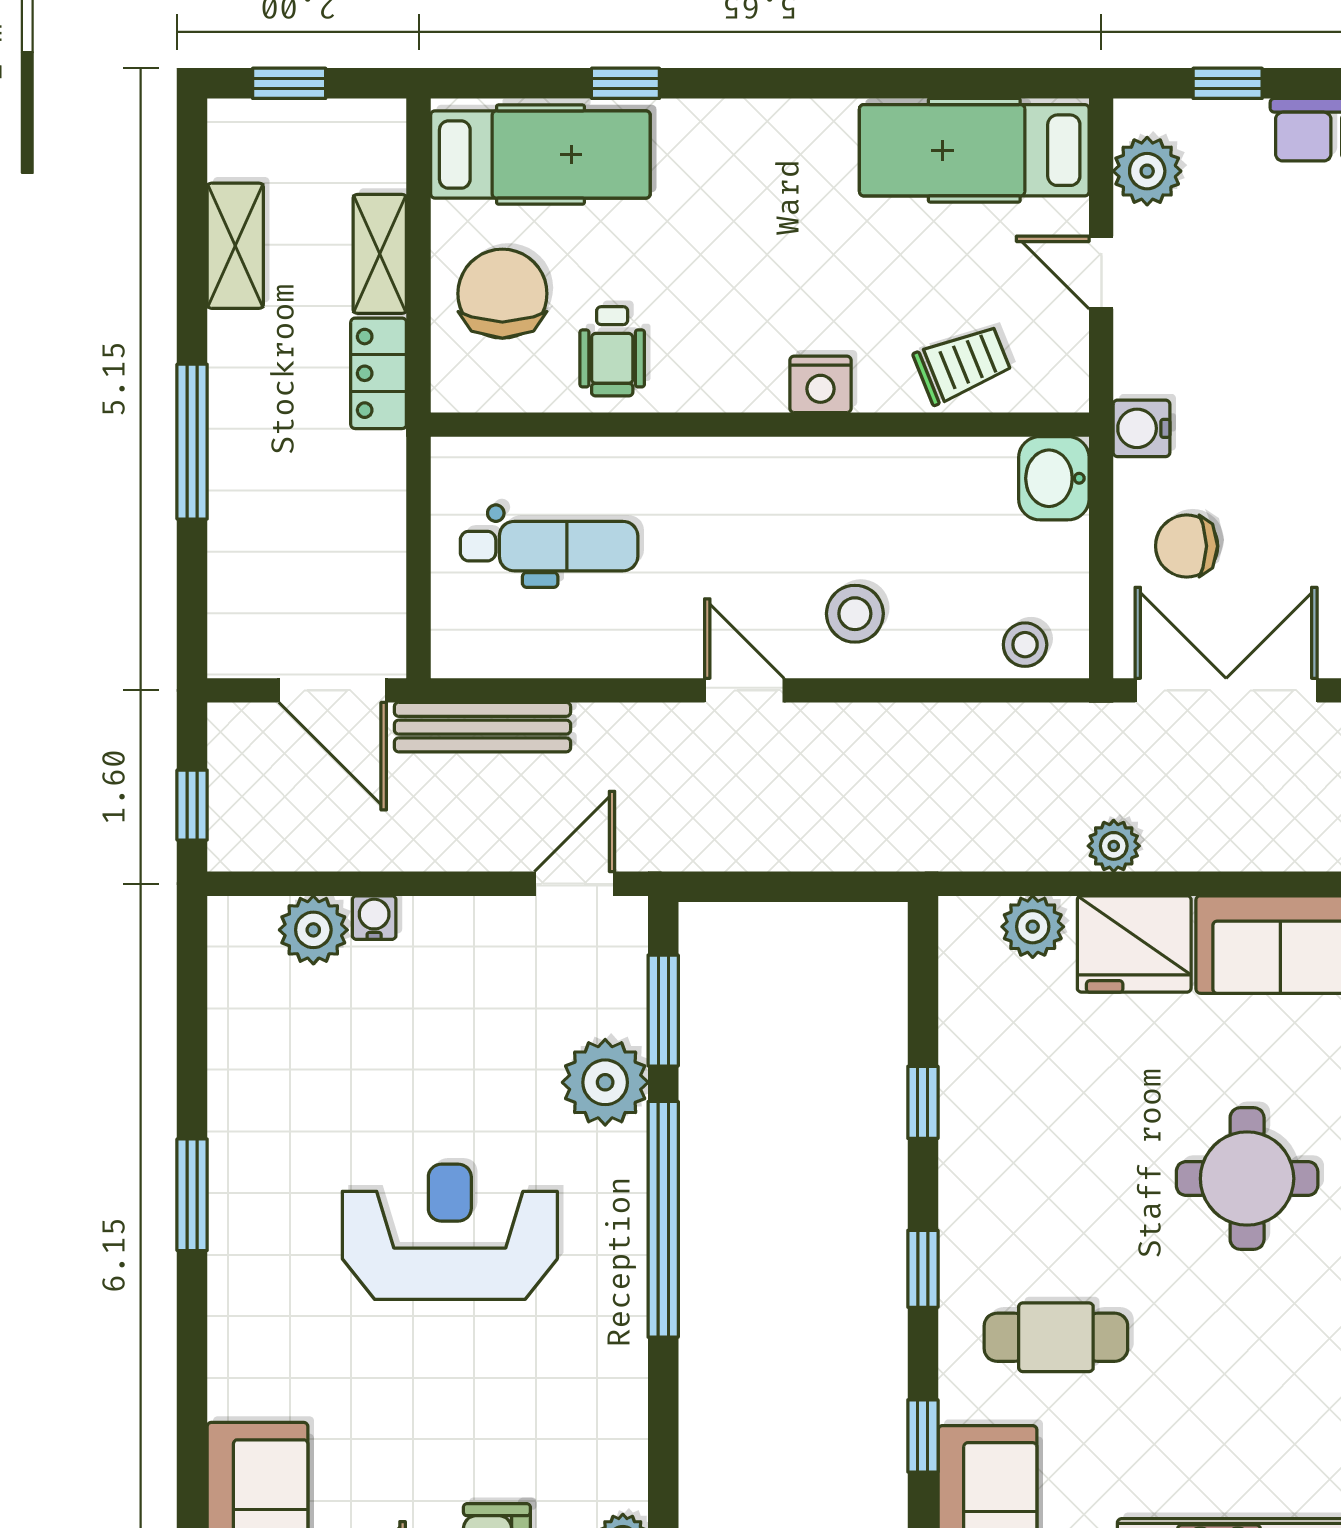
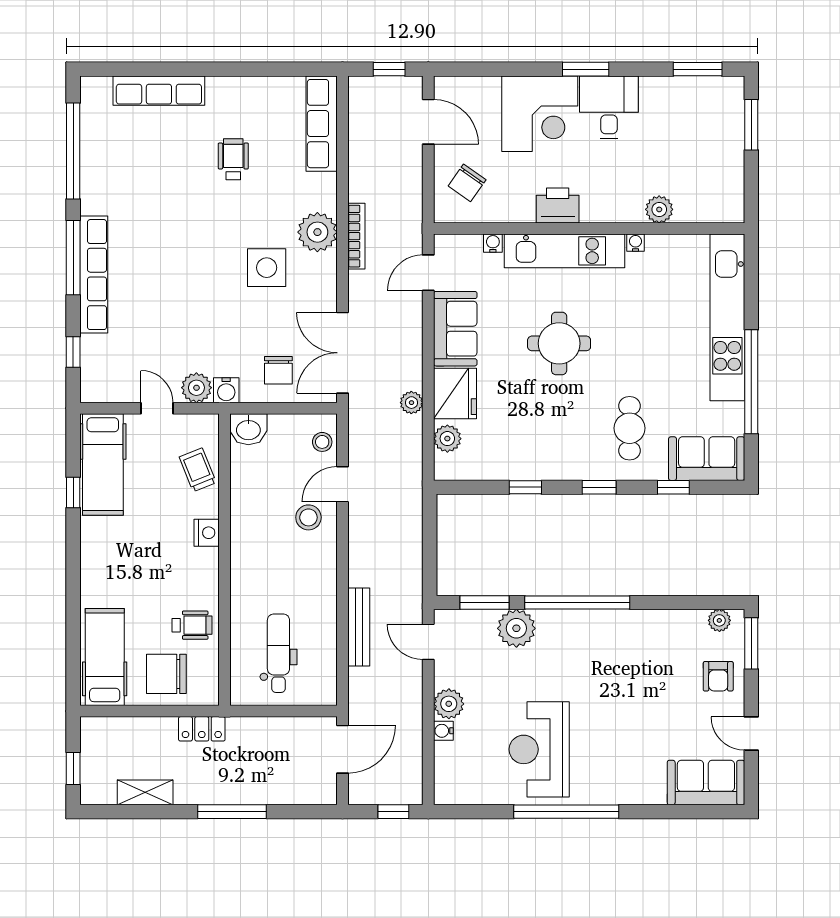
window: (625, 83) -> (73, 493), moved
plant: (1147, 171) -> (196, 388), moved
shelving: (380, 254) -> (149, 728), removed
door: (1101, 272) -> (157, 408), swing flipped
door: (744, 690) -> (342, 484), moved
bench: (482, 727) -> (359, 627), moved
plant: (313, 930) -> (449, 704), moved
window: (192, 1195) -> (566, 812), width x2.11
reception desk: (450, 1232) -> (539, 749), moved

